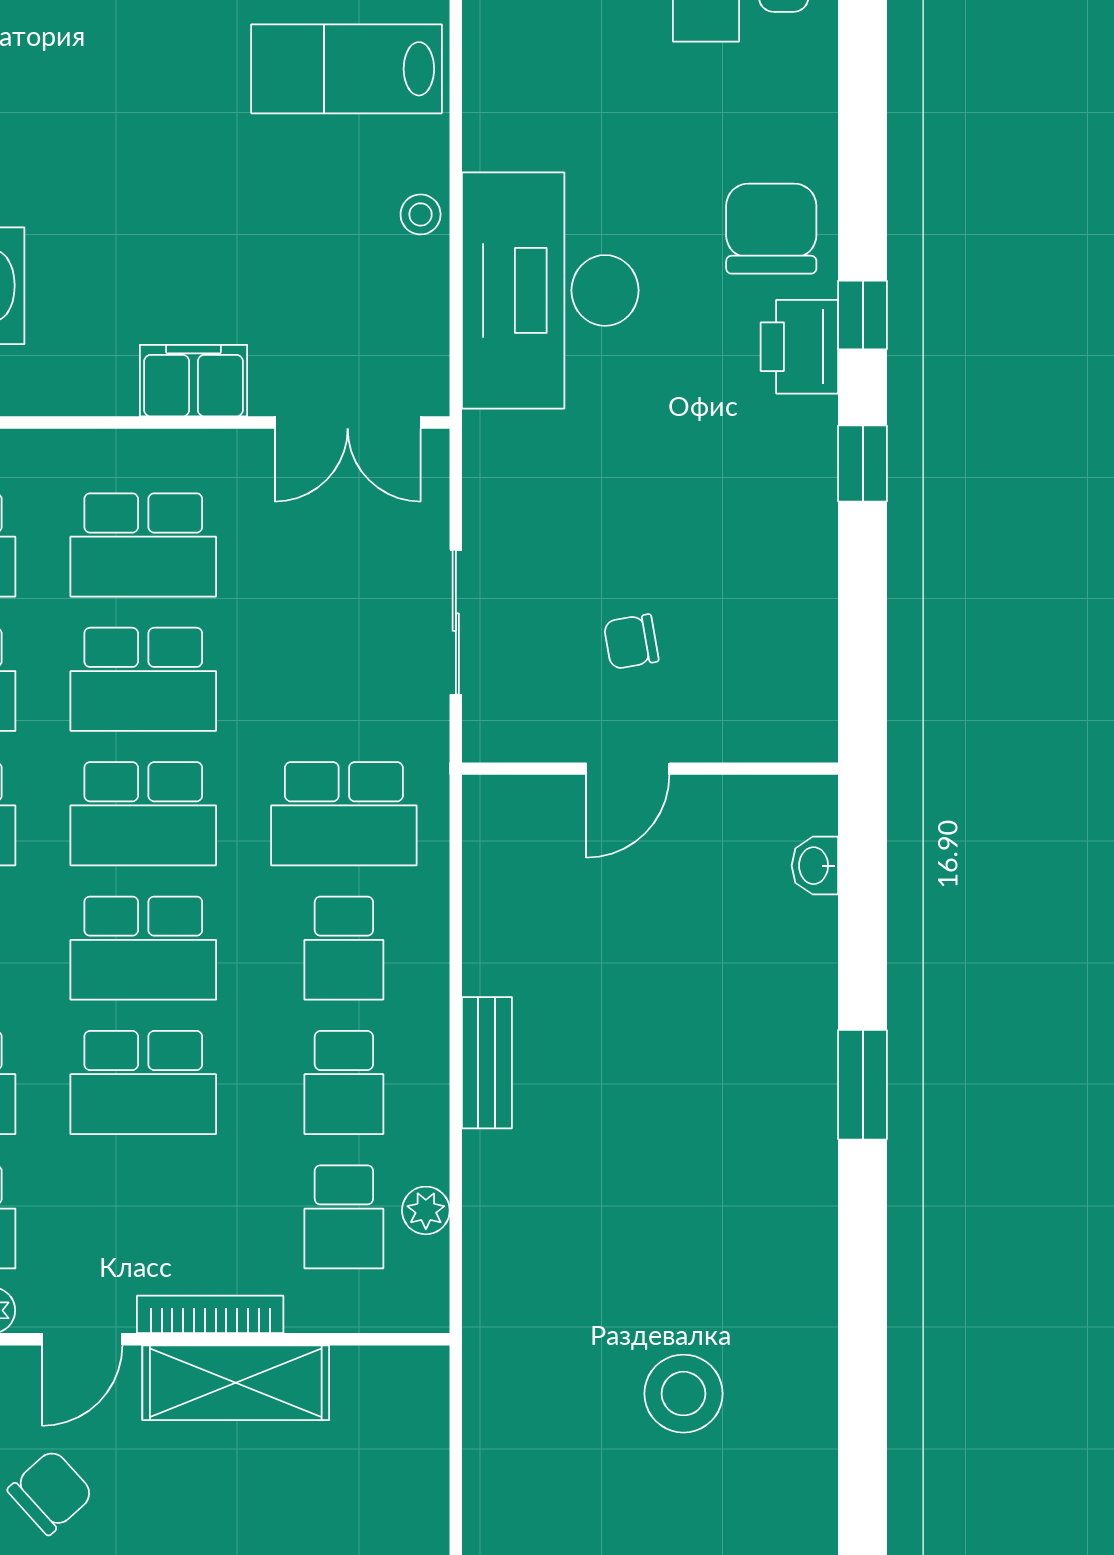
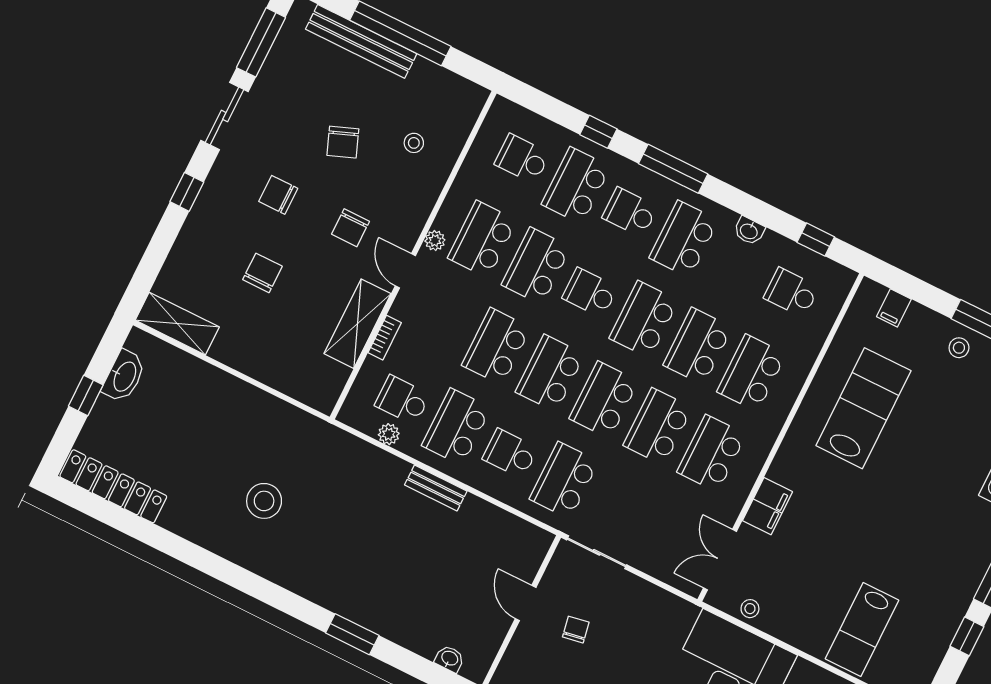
lab bench: (346, 69) -> (862, 629), turned 180
stool: (421, 214) -> (750, 609), moved
sliding door: (456, 622) -> (597, 552), moved
school desk: (344, 1082) -> (456, 427), width x1.85
bookcase: (210, 1314) -> (385, 338), width x0.64
chair: (51, 1492) -> (350, 228), turned 42

